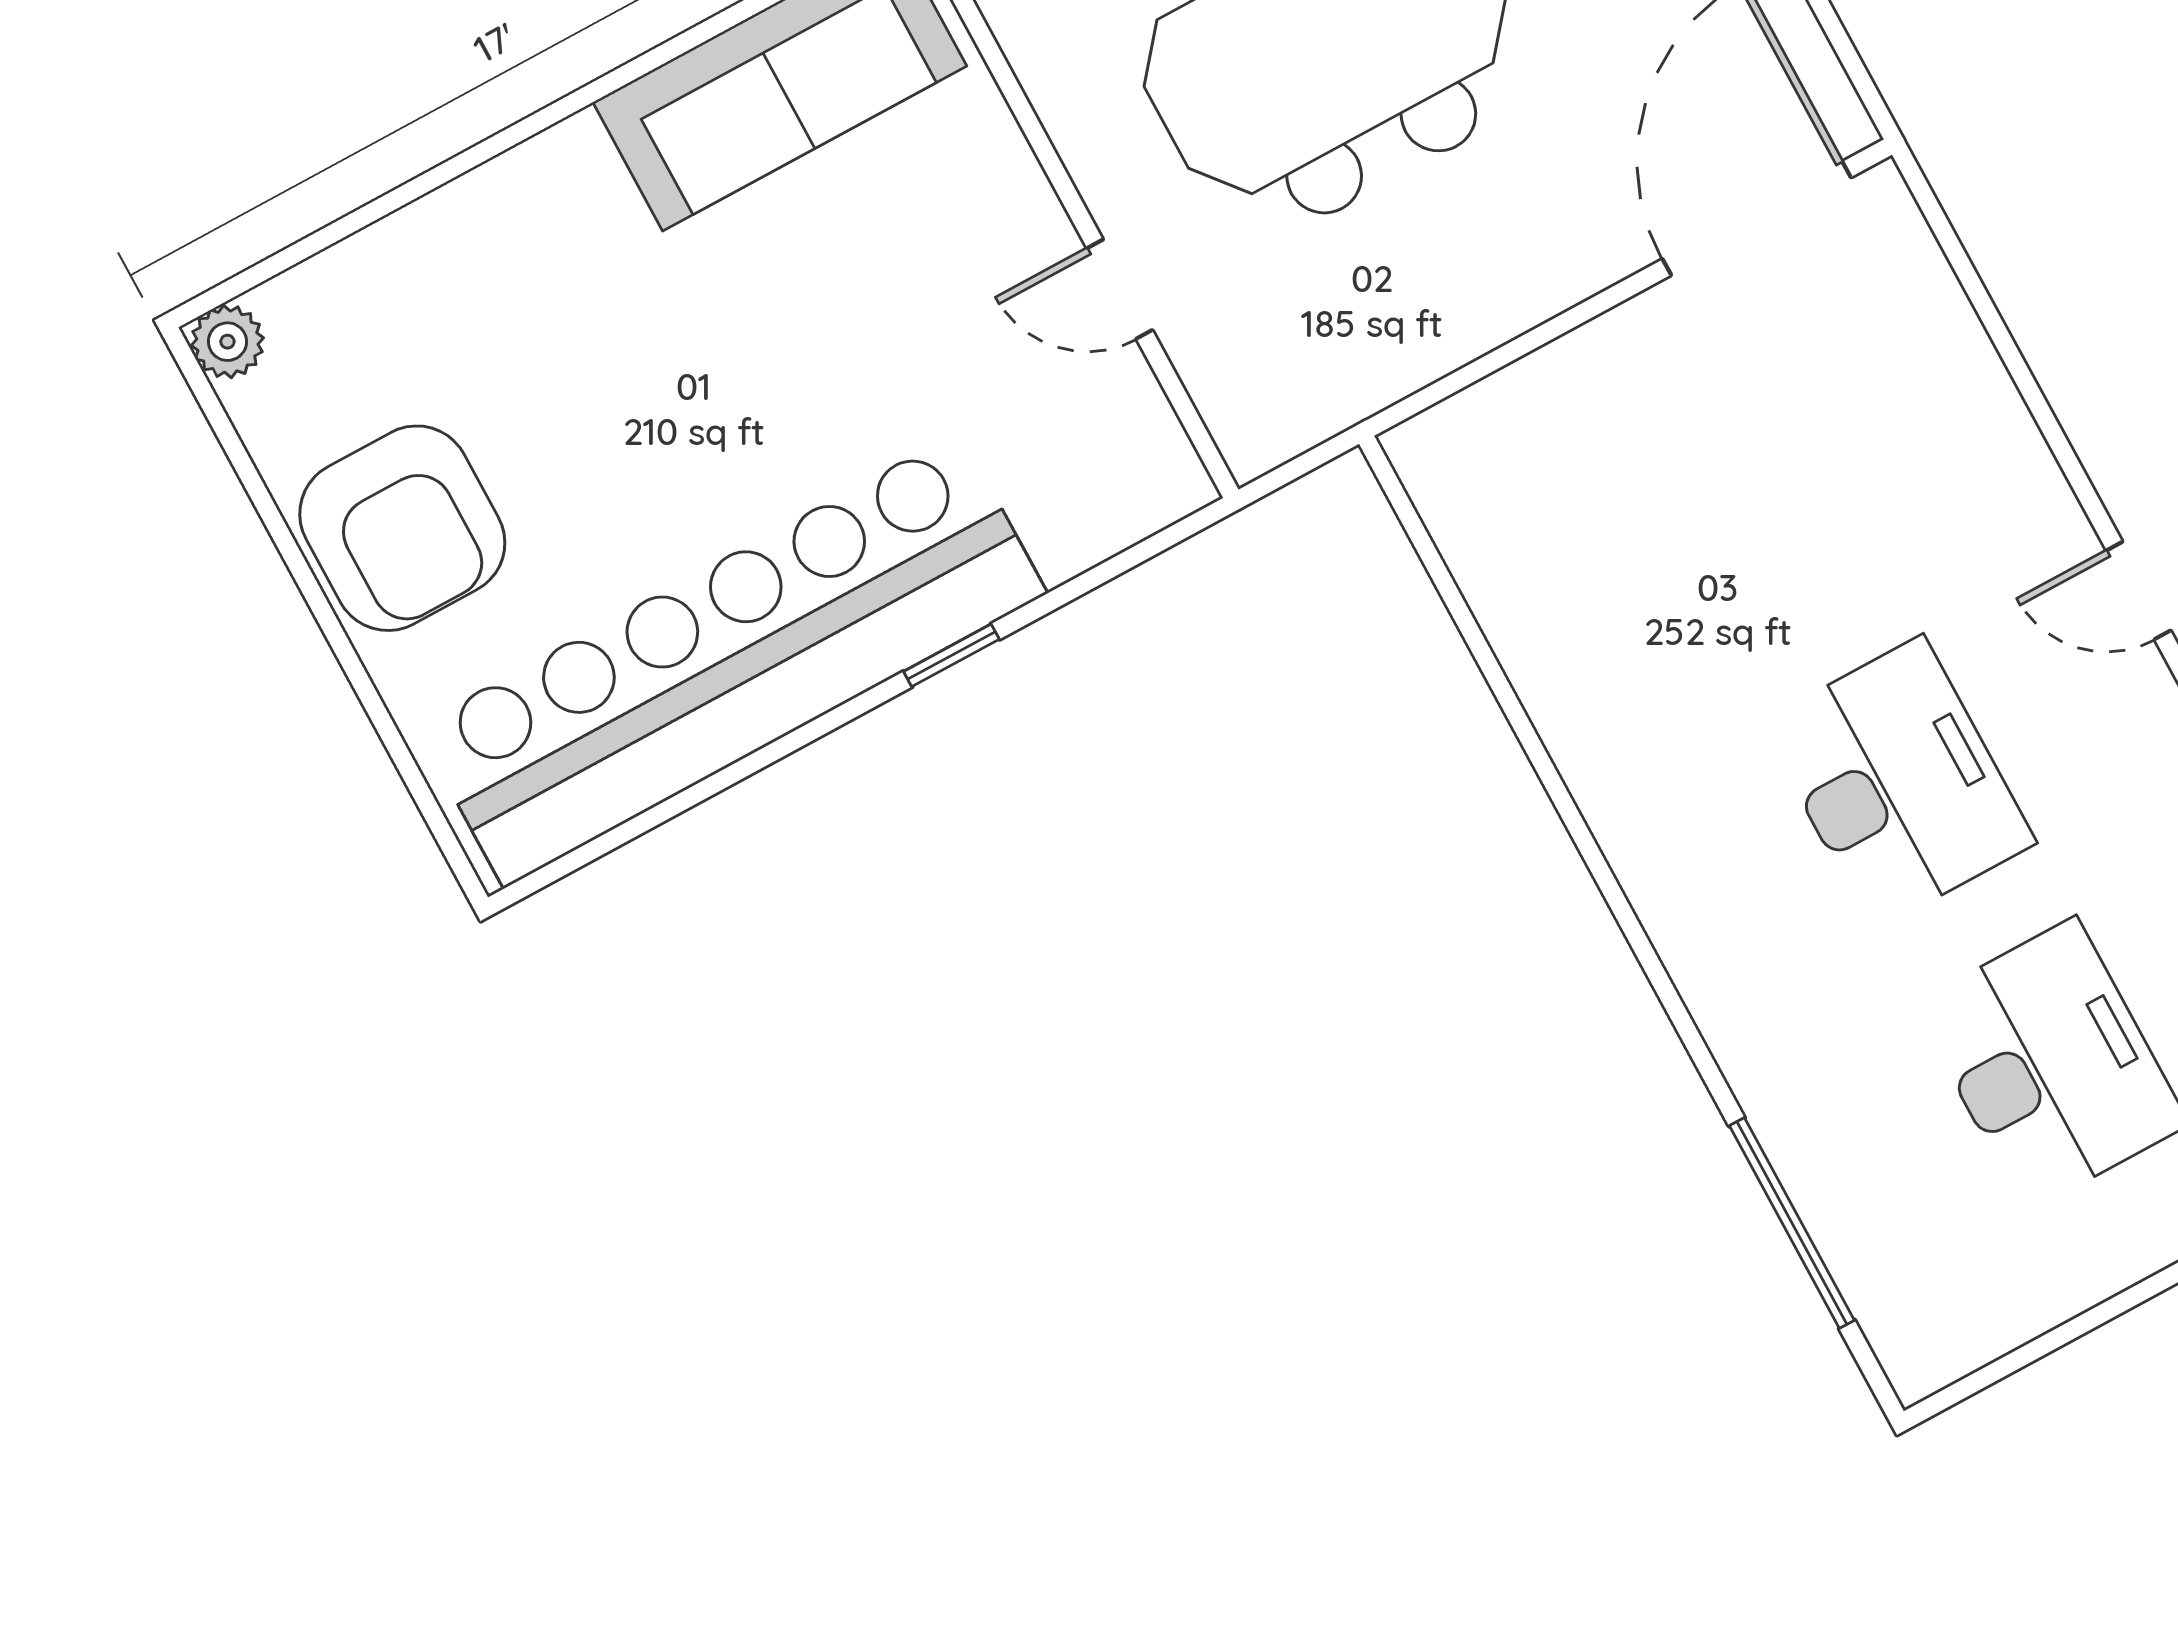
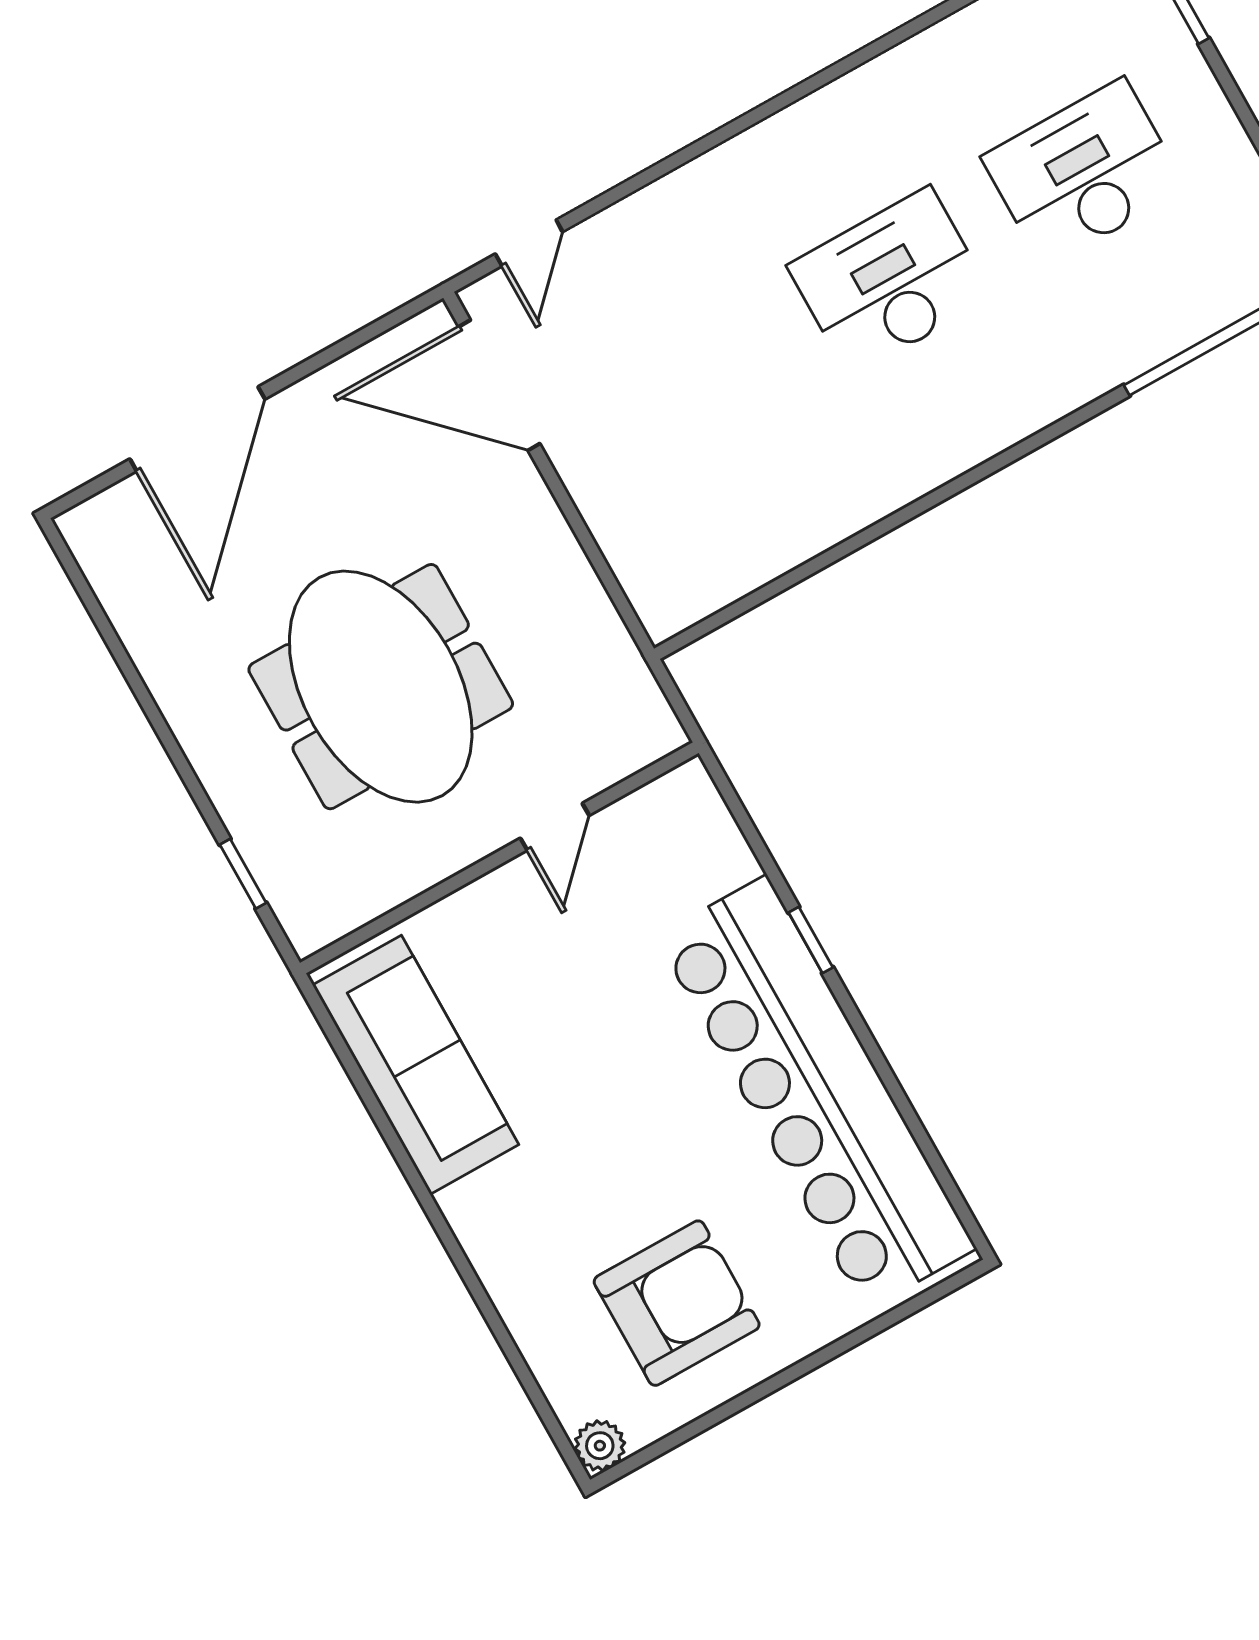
armchair: (402, 528) -> (677, 1303), moved
door: (2138, 590) -> (529, 243), moved

